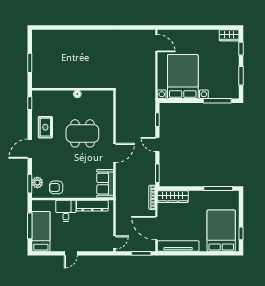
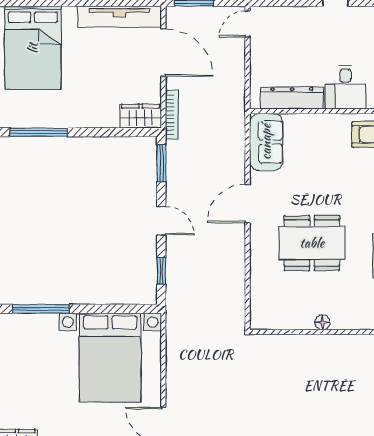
wardrobe: (173, 197) -> (141, 116), width x0.67

